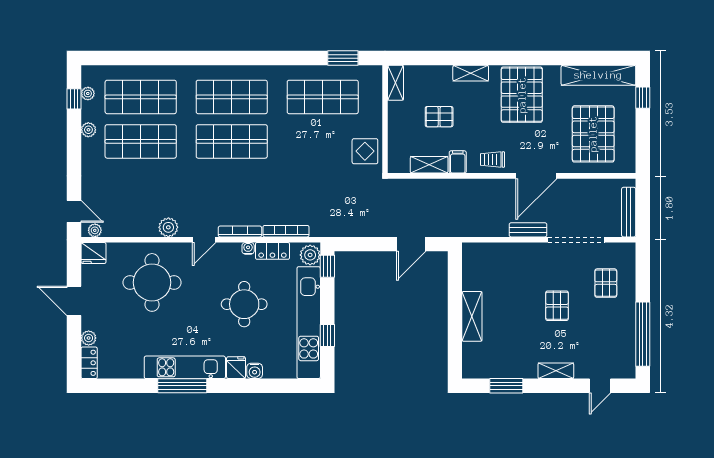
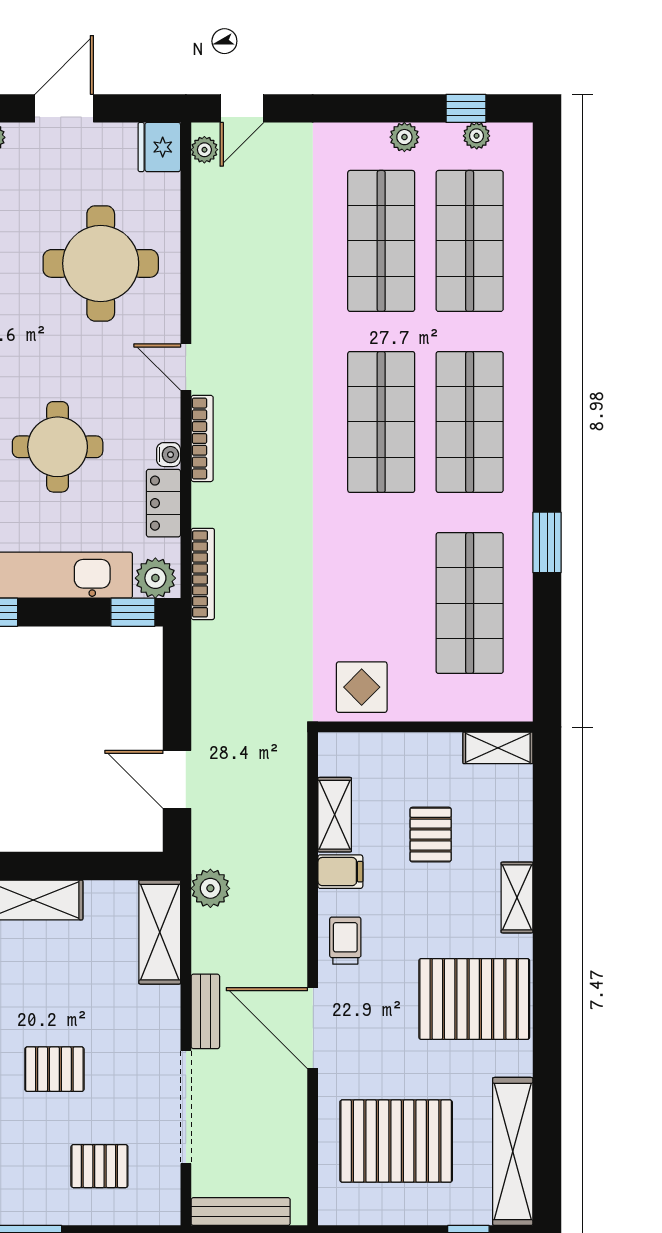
window: (343, 58) -> (547, 542), moved
plant: (168, 227) -> (210, 888), moved
bookcase: (286, 231) -> (203, 574), moved
shelving: (488, 253) -> (160, 932), added

